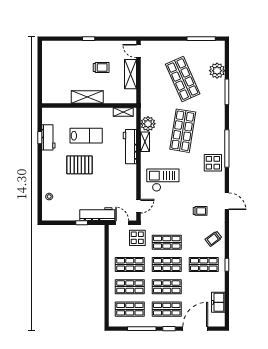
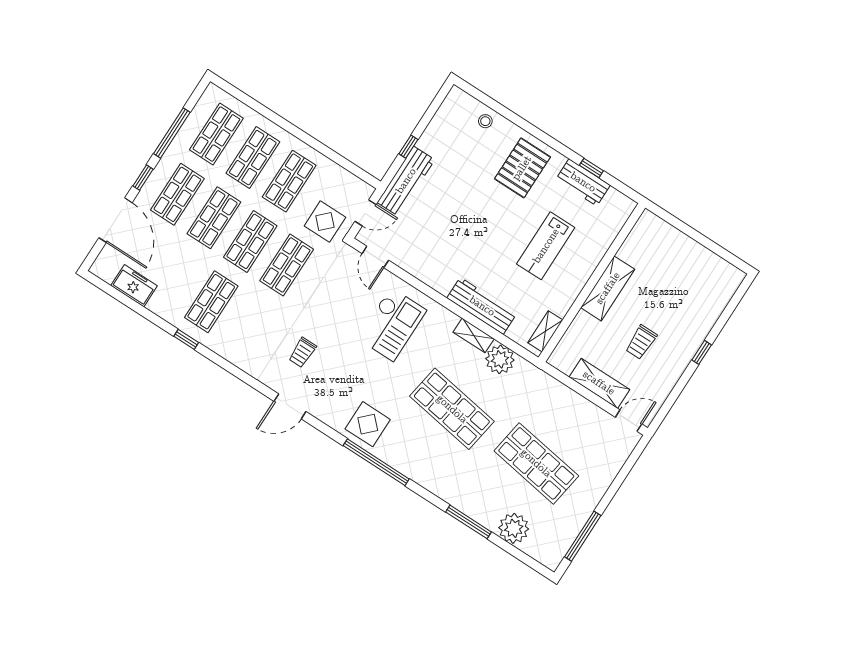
shop shelf: (183, 79) -> (536, 463), turned 33
pallet: (79, 165) -> (522, 168), moved
trolley: (214, 239) -> (243, 345), removed

